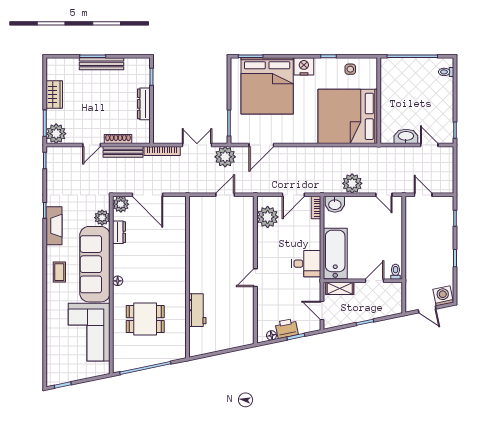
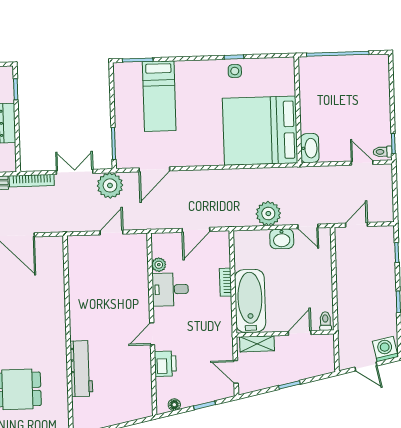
nightstand: (304, 66) -> (204, 70), removed
side table: (350, 69) -> (235, 71), moved
toilet: (446, 72) -> (383, 152), moved
bed: (267, 86) -> (159, 96), width x0.49
washbasin: (406, 136) -> (310, 148), moved, turned 90
door: (423, 195) -> (357, 225), hinge flipped
washbasin: (335, 204) -> (282, 239), moved
bookcase: (316, 208) -> (226, 282), moved
plant: (268, 217) -> (159, 265), width x0.53, depth x0.53
desk: (306, 264) -> (170, 289), moved, turned 180
workbench: (197, 310) -> (81, 369), width x1.38
printer: (287, 328) -> (165, 364), moved, turned 102

